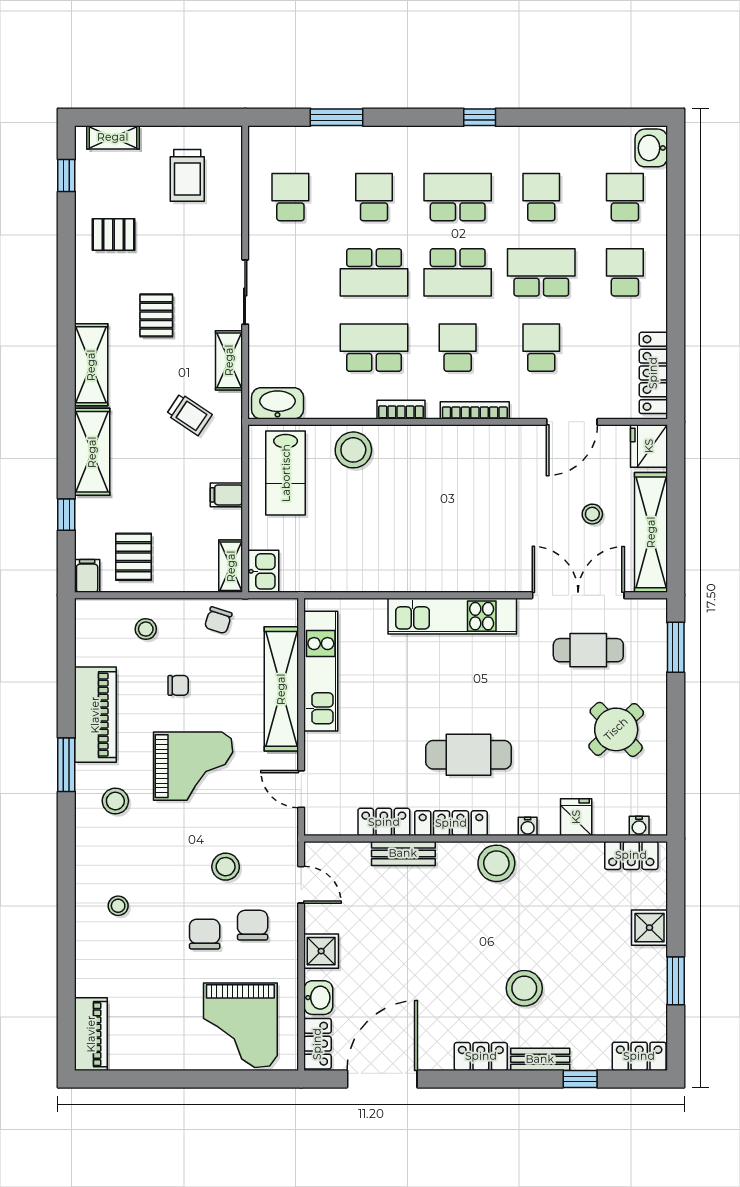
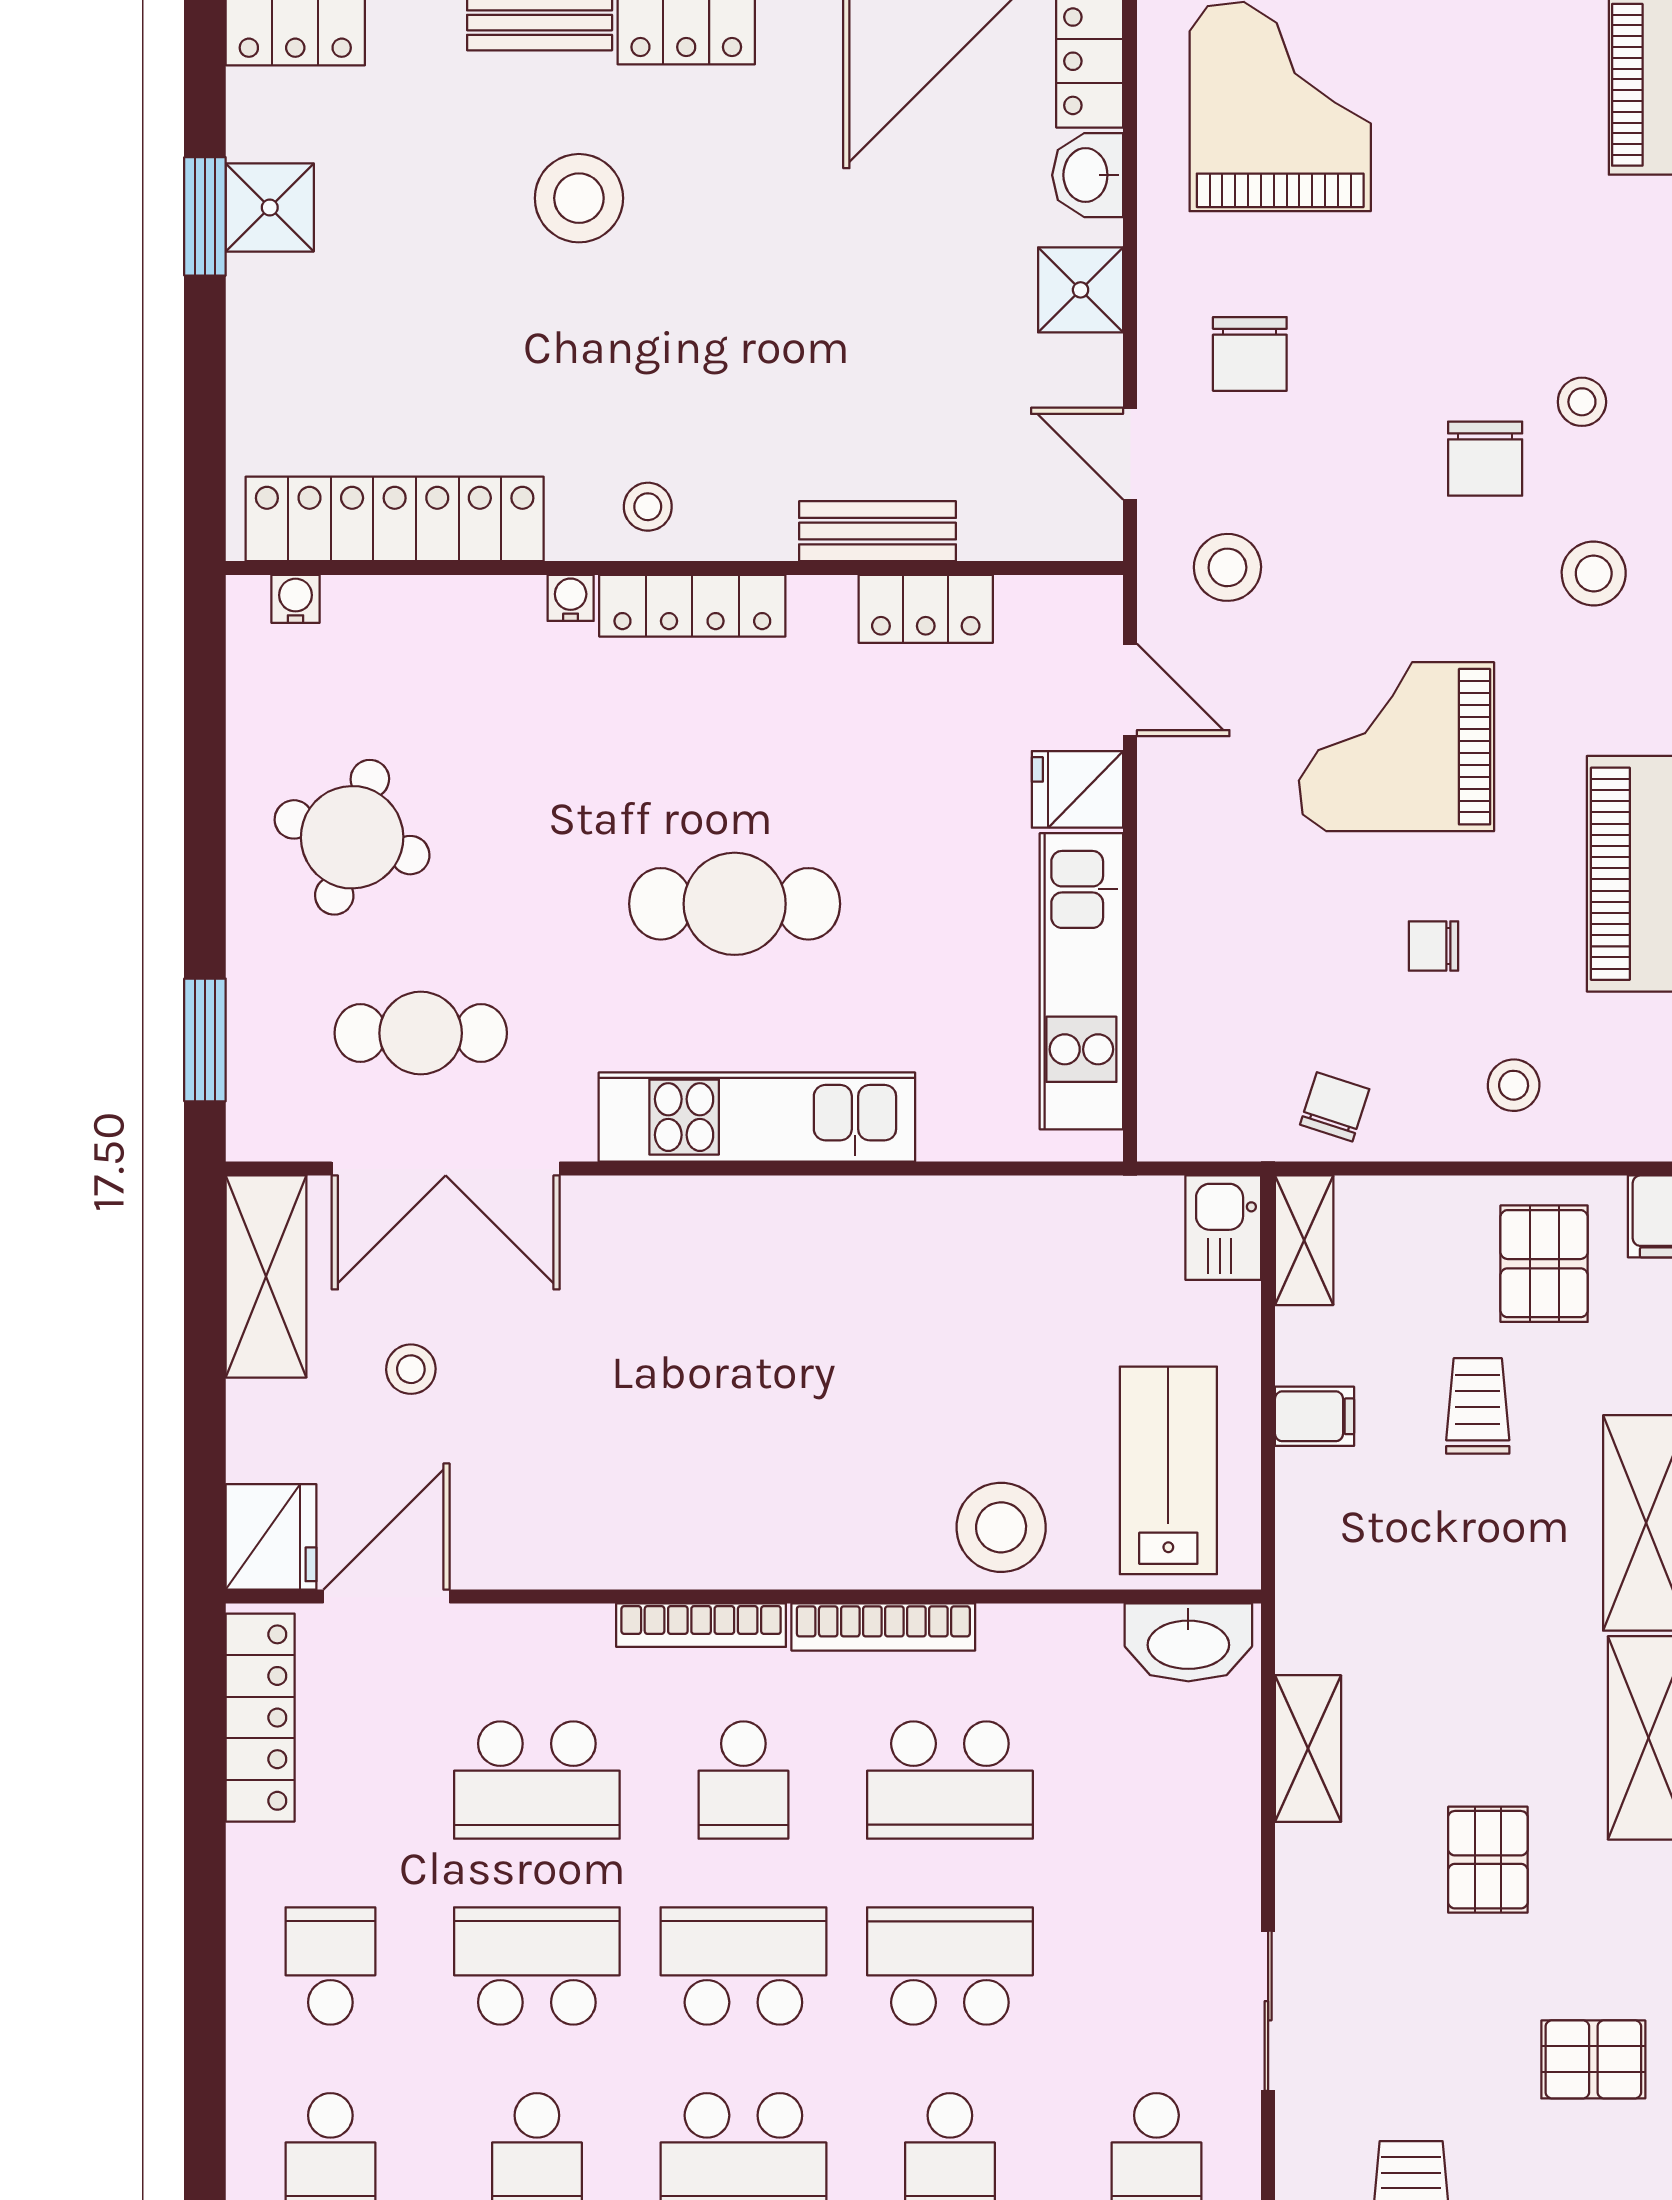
school desk: (541, 272) -> (537, 1966), turned 180
school desk: (625, 272) -> (330, 1966), turned 180
sliding door: (245, 292) -> (1268, 2011), moved
school desk: (541, 348) -> (537, 1780), width x1.85
bookcase: (401, 410) -> (883, 1627), width x1.56
trolley: (189, 414) -> (1478, 1406), moved, turned 56
door: (572, 422) -> (386, 1597), moved
shelving: (651, 532) -> (266, 1277), width x0.68
shelving: (281, 689) -> (1179, 937), removed
round table: (616, 729) -> (352, 837), turned -30
cafe table: (469, 755) -> (735, 904), moved
stool: (115, 801) -> (1594, 573), moved
fridge: (576, 817) -> (1077, 789), moved, turned 90
locker: (451, 823) -> (692, 606), moved
locker: (631, 855) -> (395, 519), width x2.16, depth x1.21
stool: (496, 863) -> (648, 507), width x0.53, depth x0.53
stool: (226, 867) -> (1227, 567), moved
shower: (649, 928) -> (270, 207), moved
chair: (205, 934) -> (1485, 459), moved

